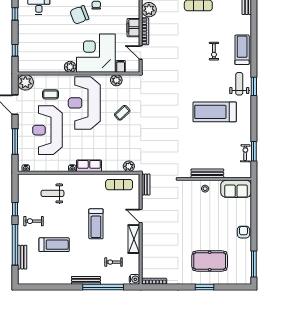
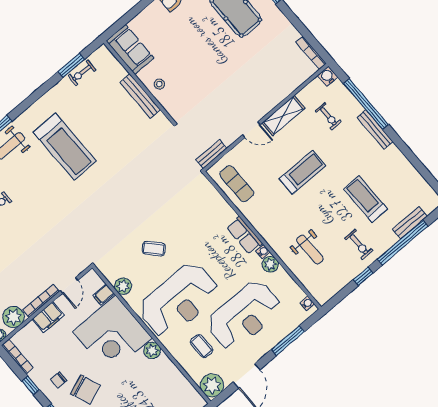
plant: (129, 166) -> (270, 264), moved
door: (141, 216) -> (251, 130), hinge flipped

